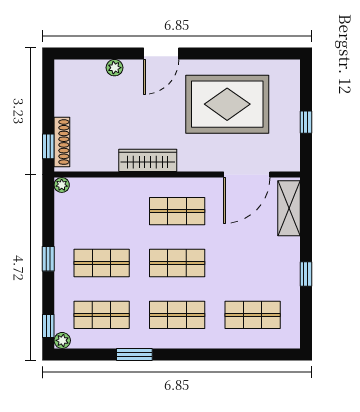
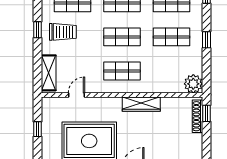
door: (247, 174) -> (76, 95), width x0.53
plant: (62, 185) -> (193, 84), width x1.87, depth x1.87
trolley: (267, 271) -> (63, 32), added

